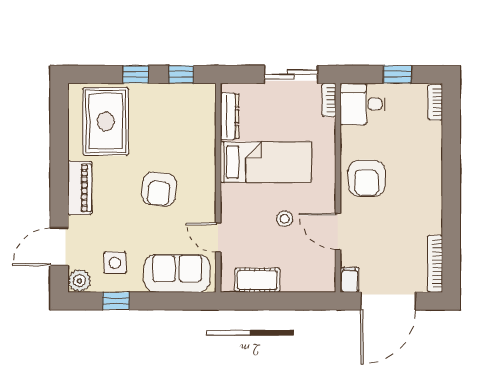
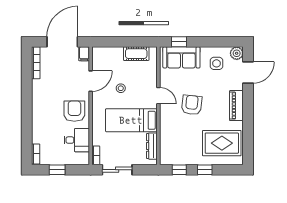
desk: (363, 104) -> (77, 140), moved
rug: (106, 121) -> (222, 143), turned 90
door: (338, 231) -> (91, 81), hinge flipped
door: (218, 238) -> (158, 96), moved
window: (116, 301) -> (179, 42), moved

